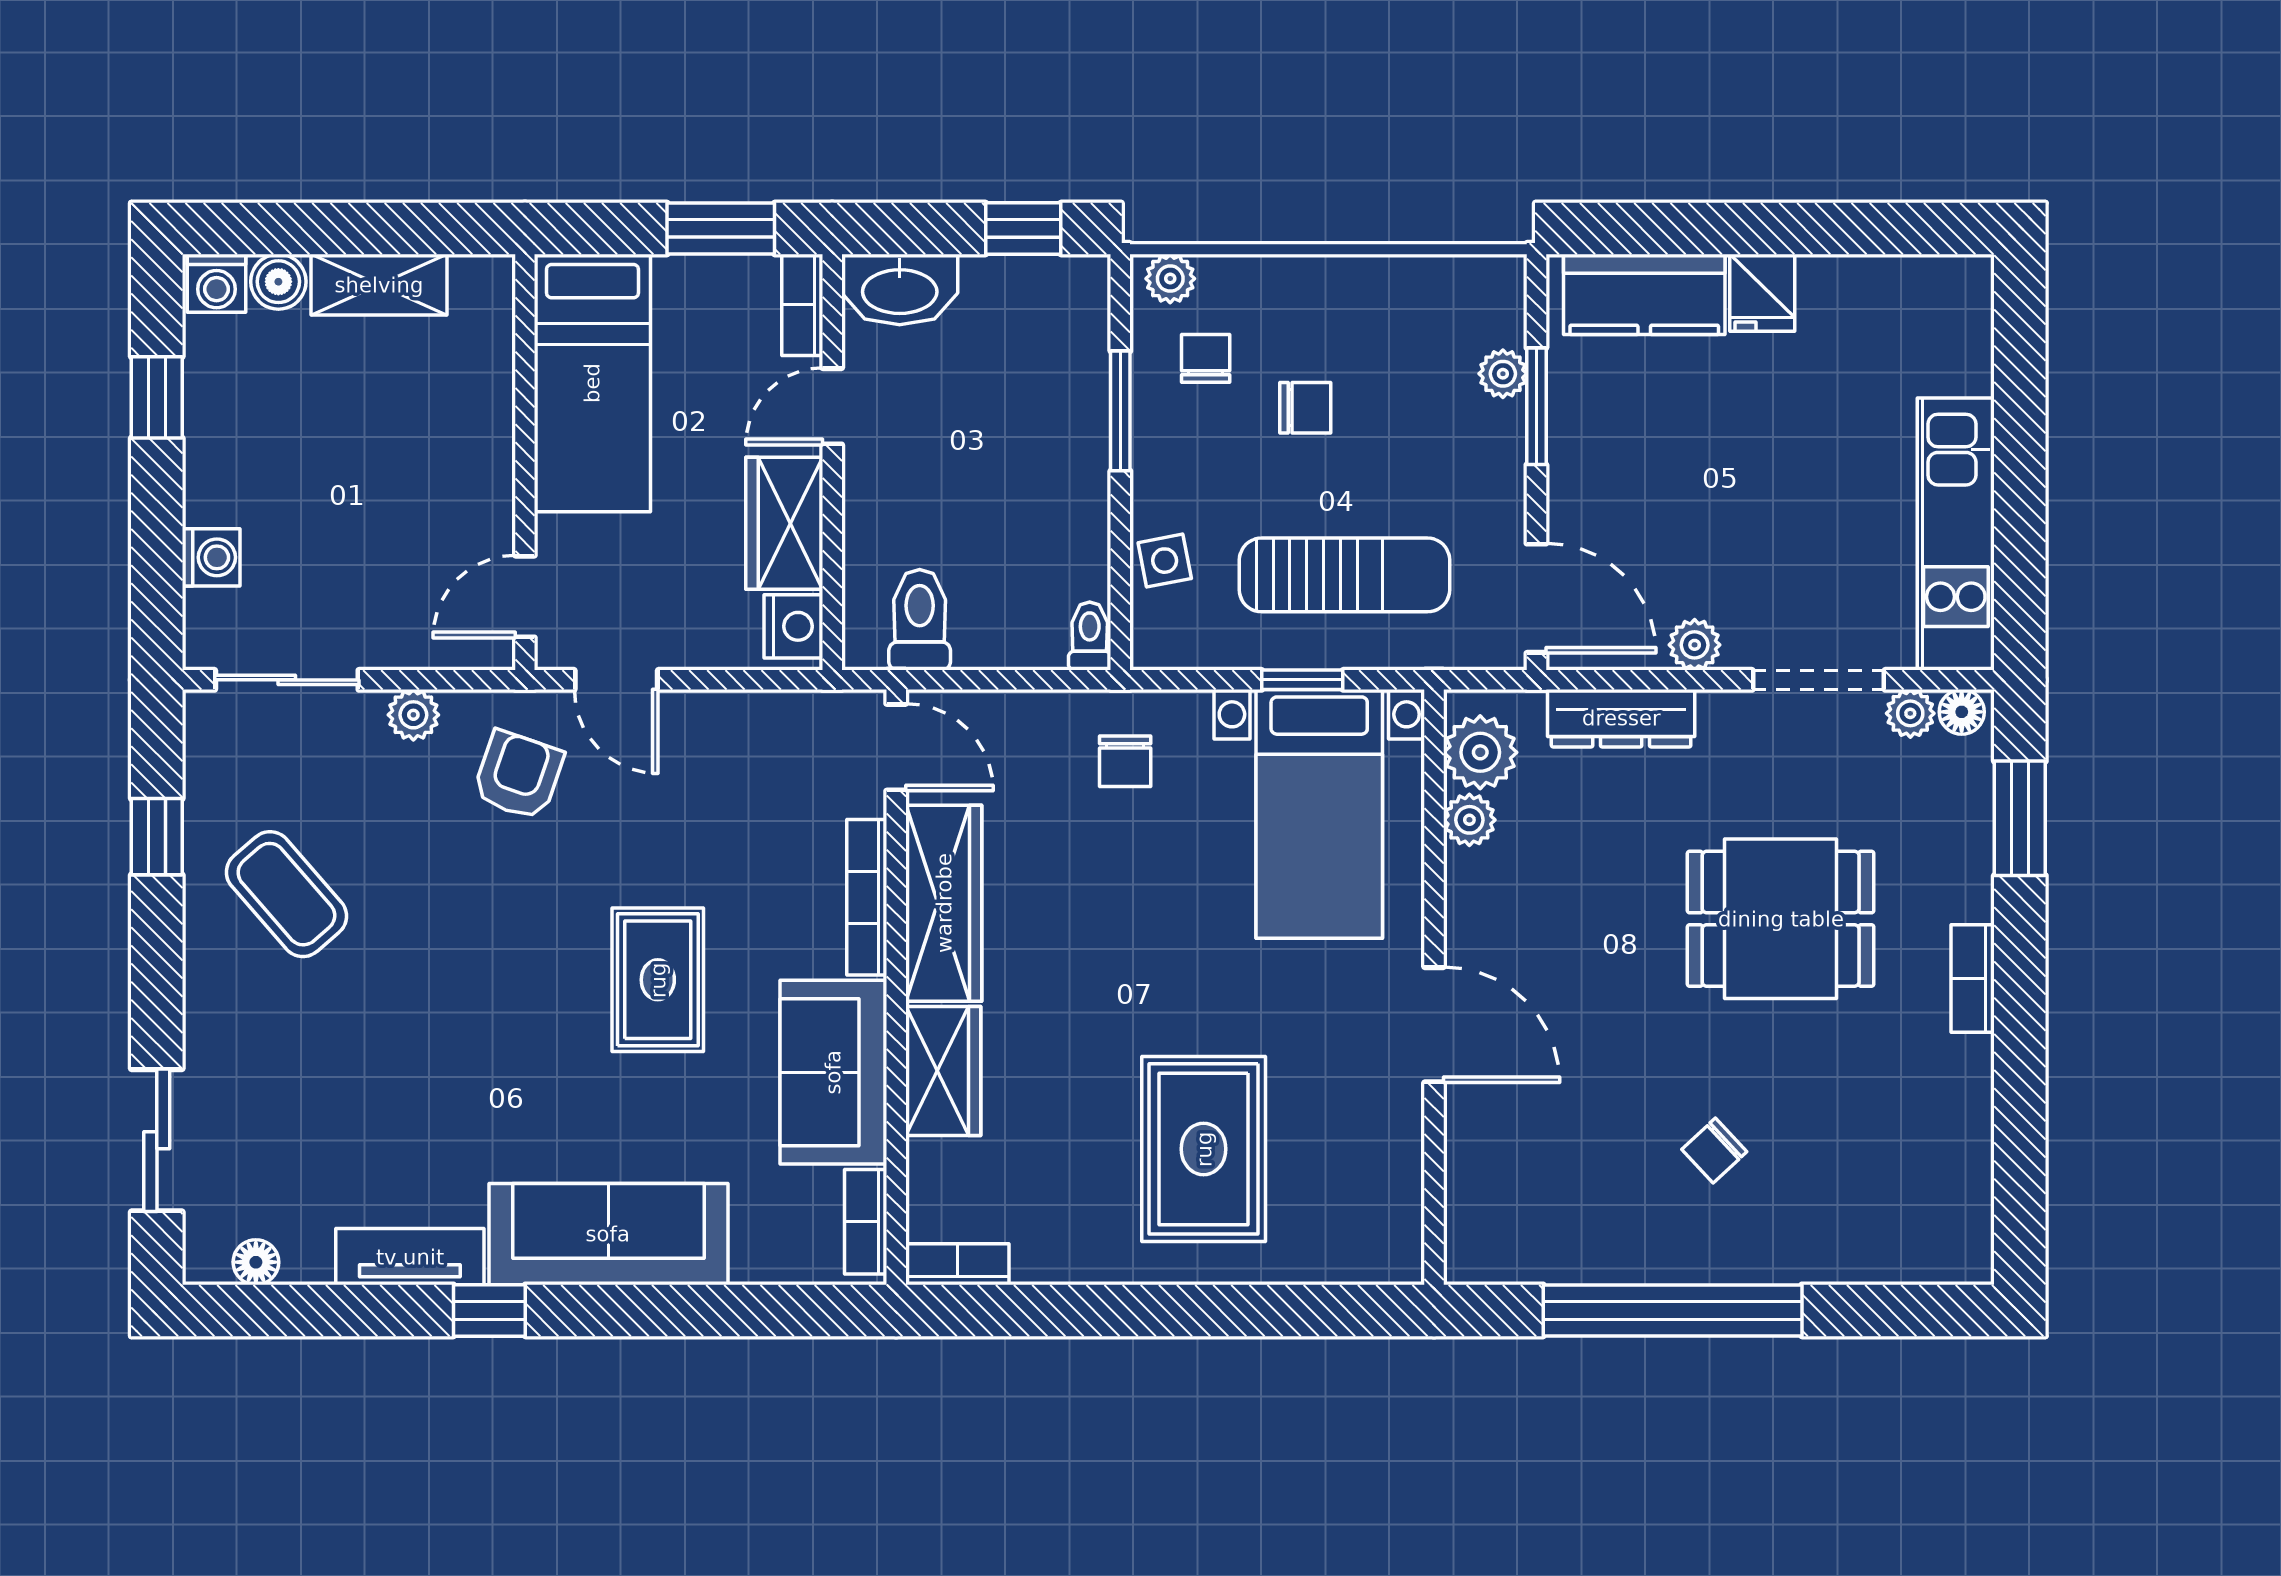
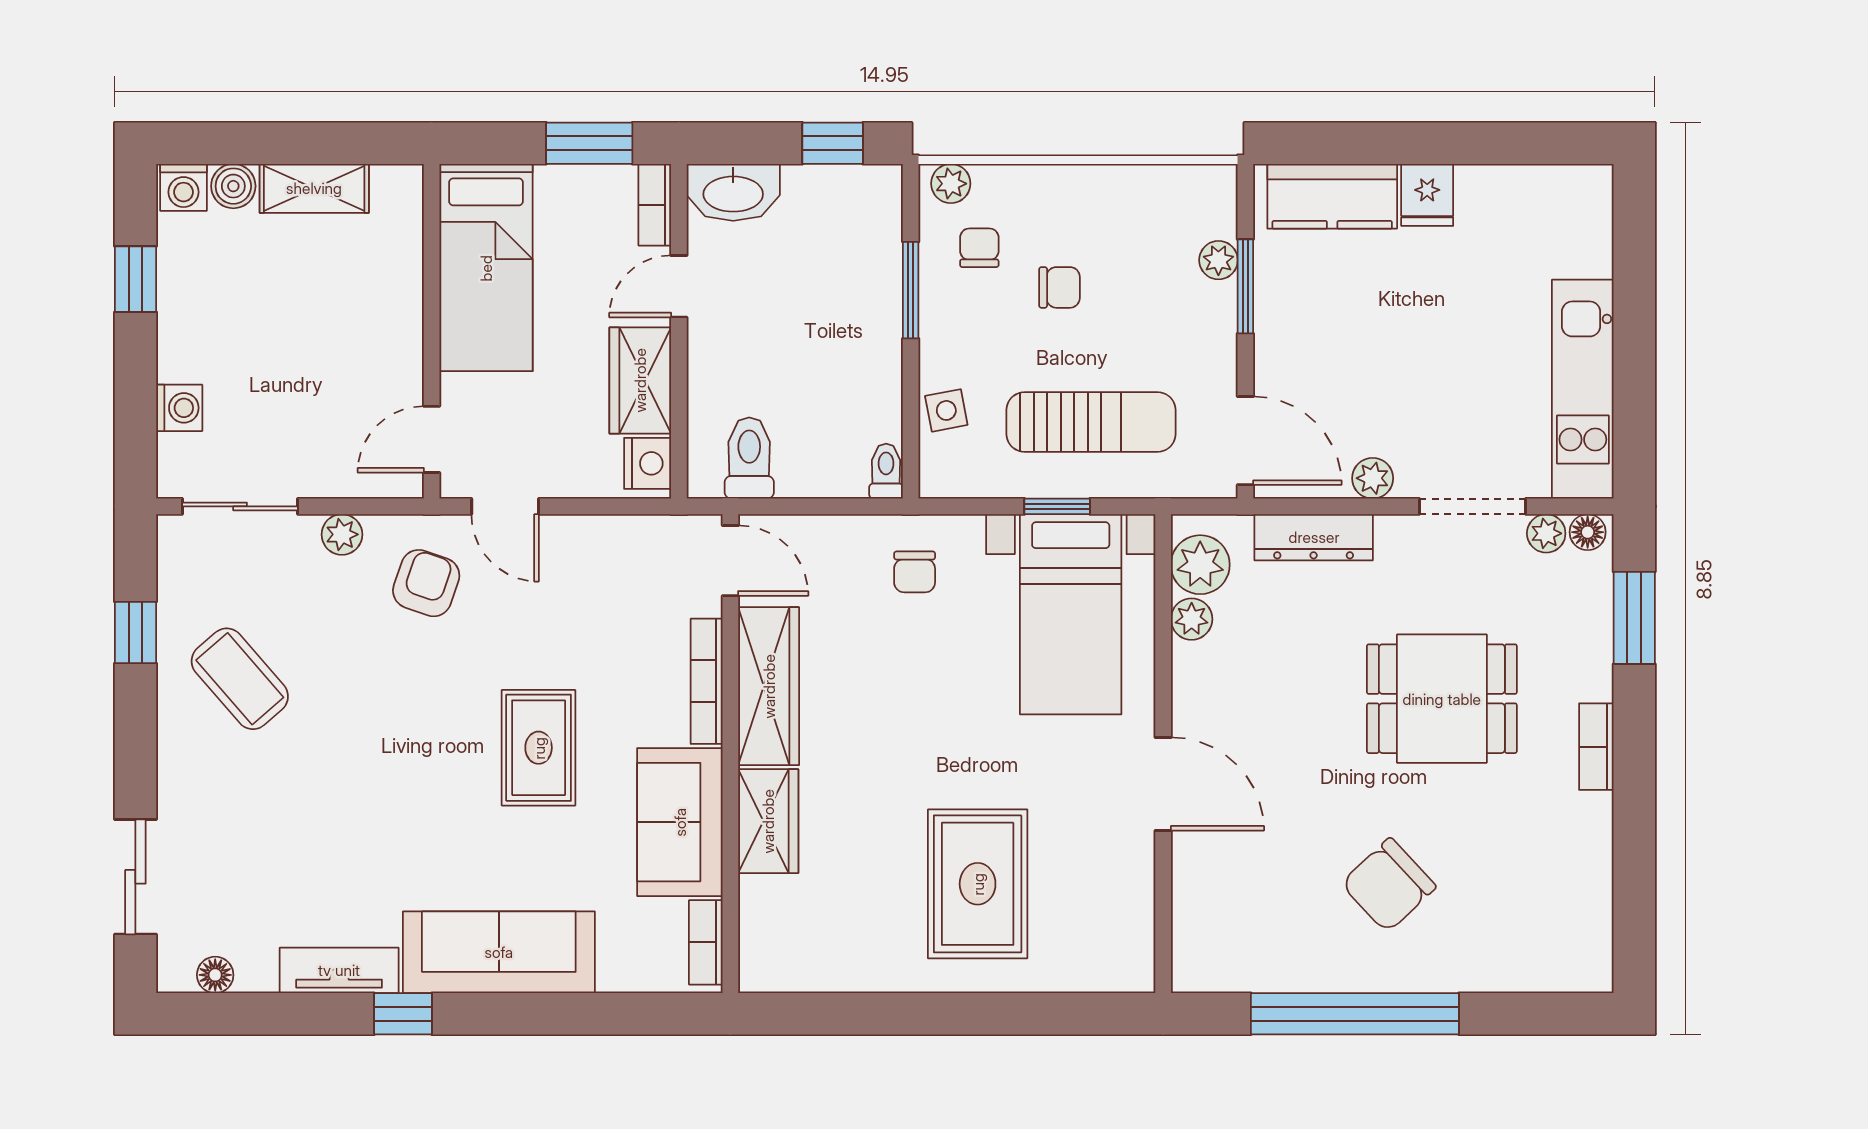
chair: (1714, 1151) -> (1389, 885), width x1.87, depth x1.87
bookcase: (957, 1264) -> (780, 977), removed

